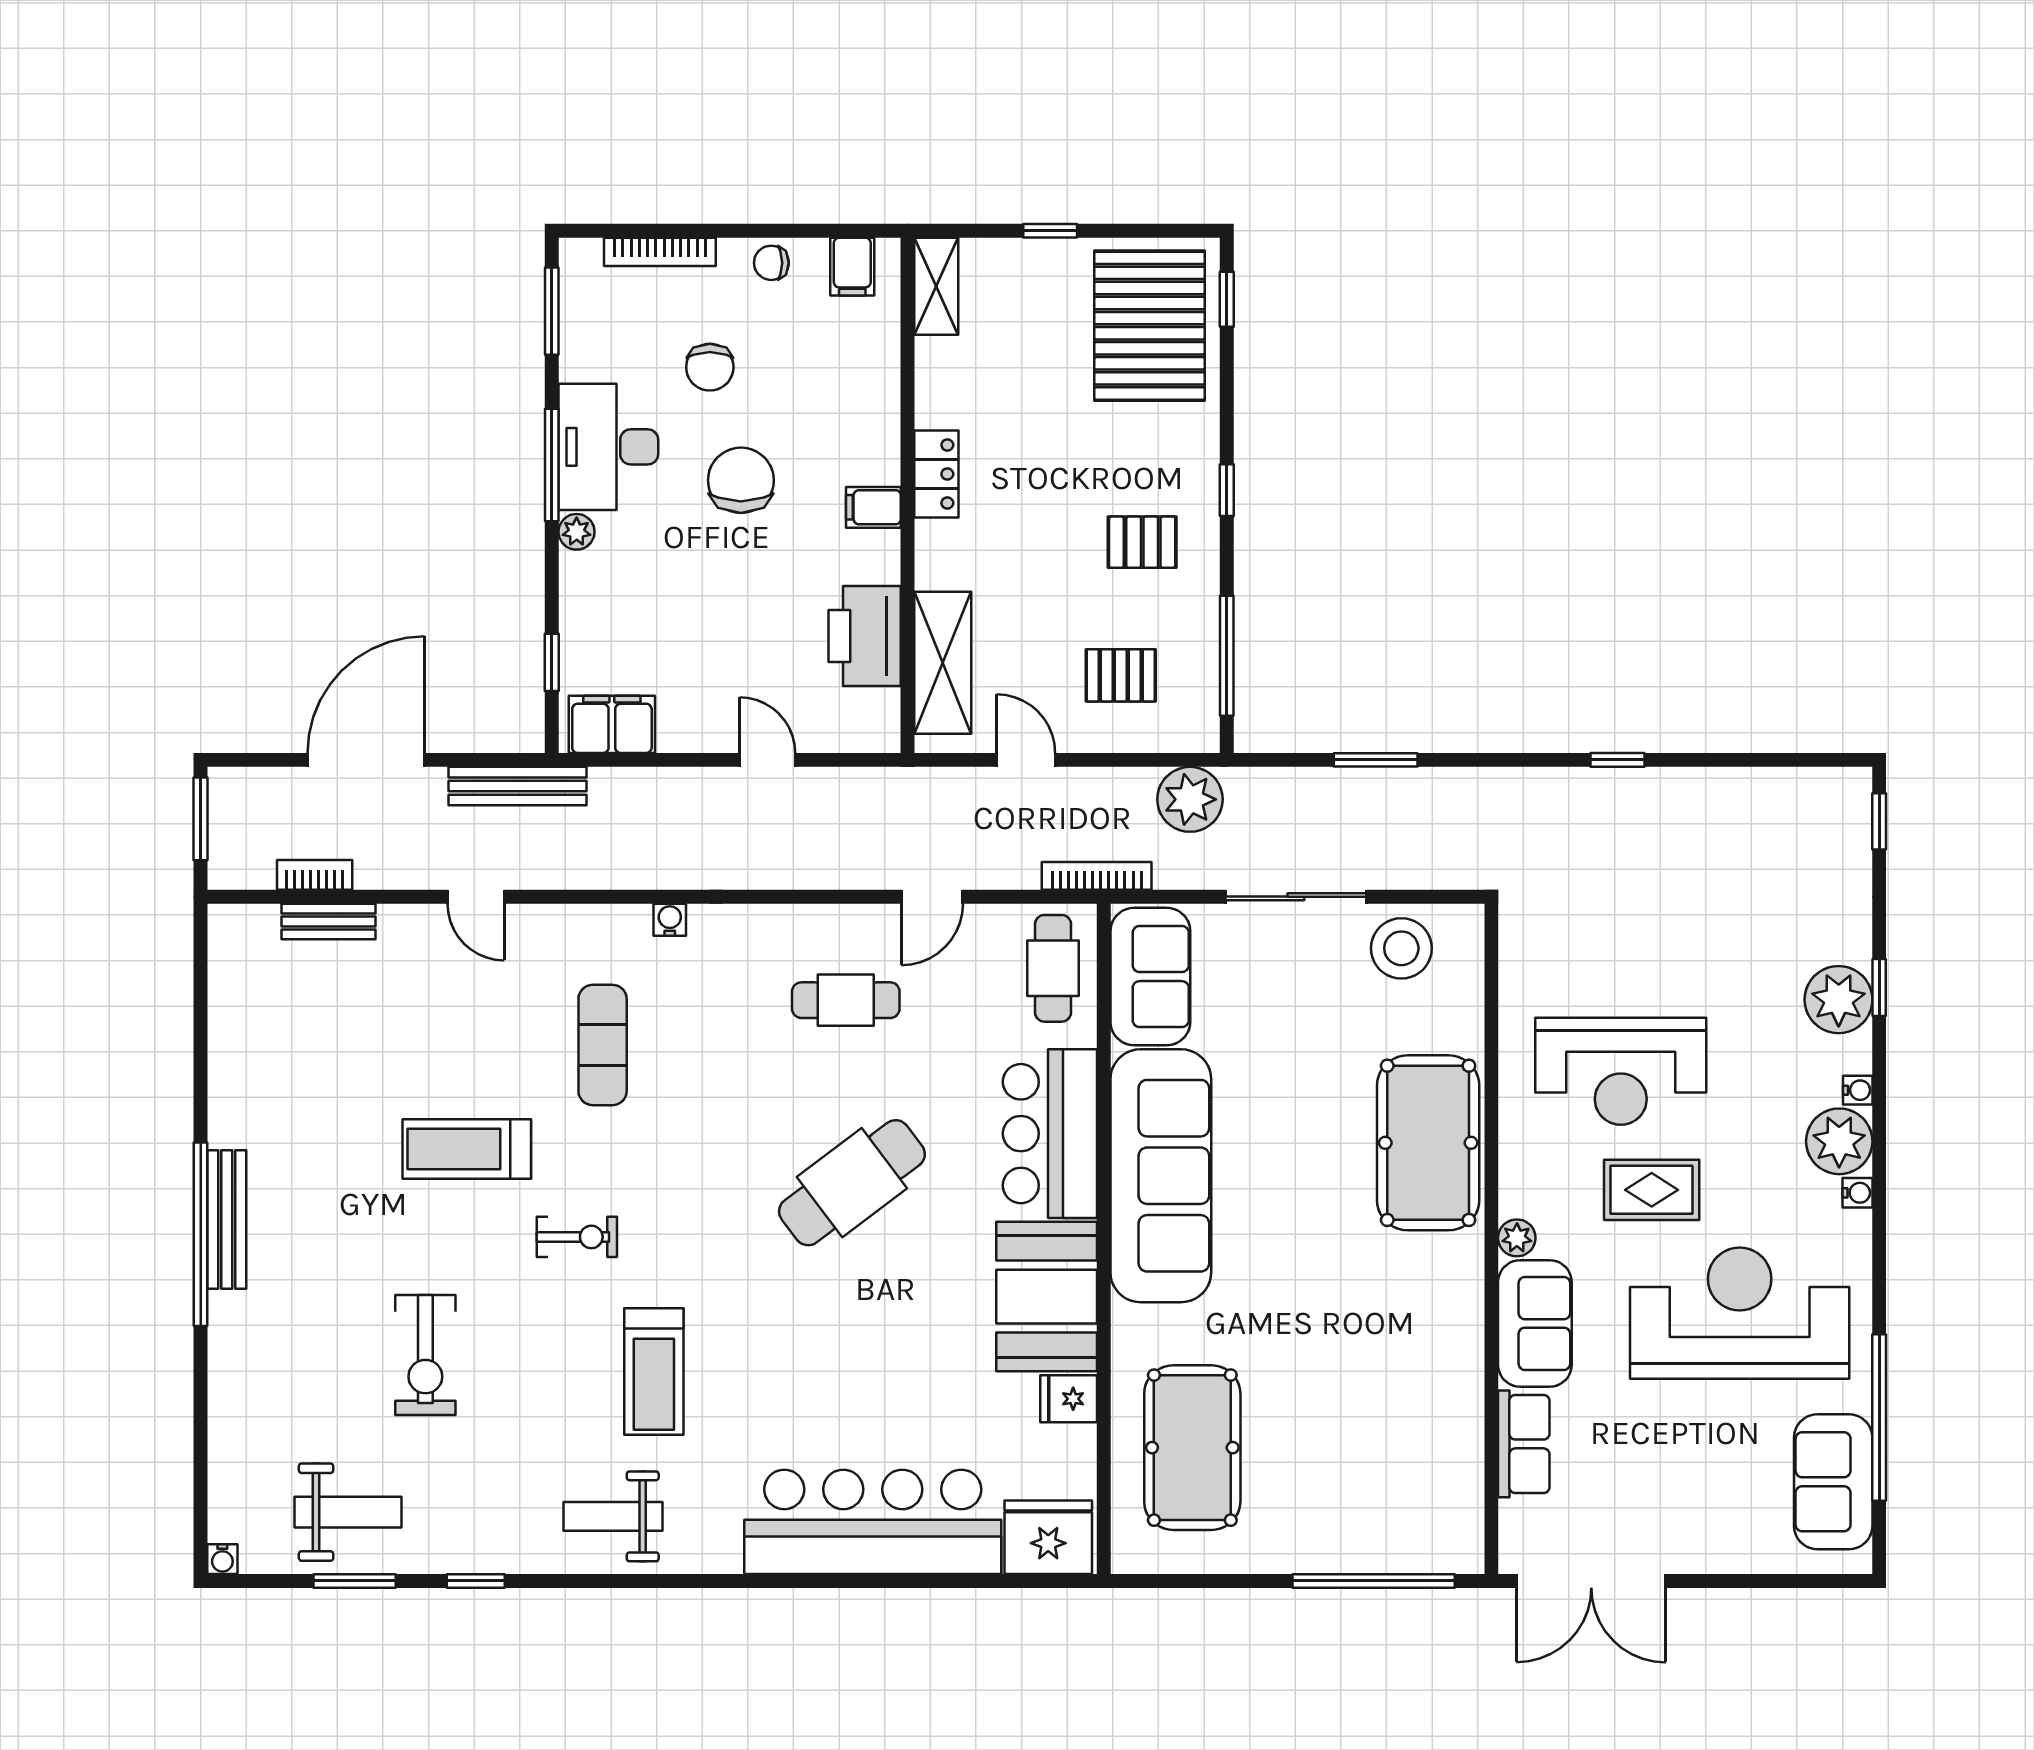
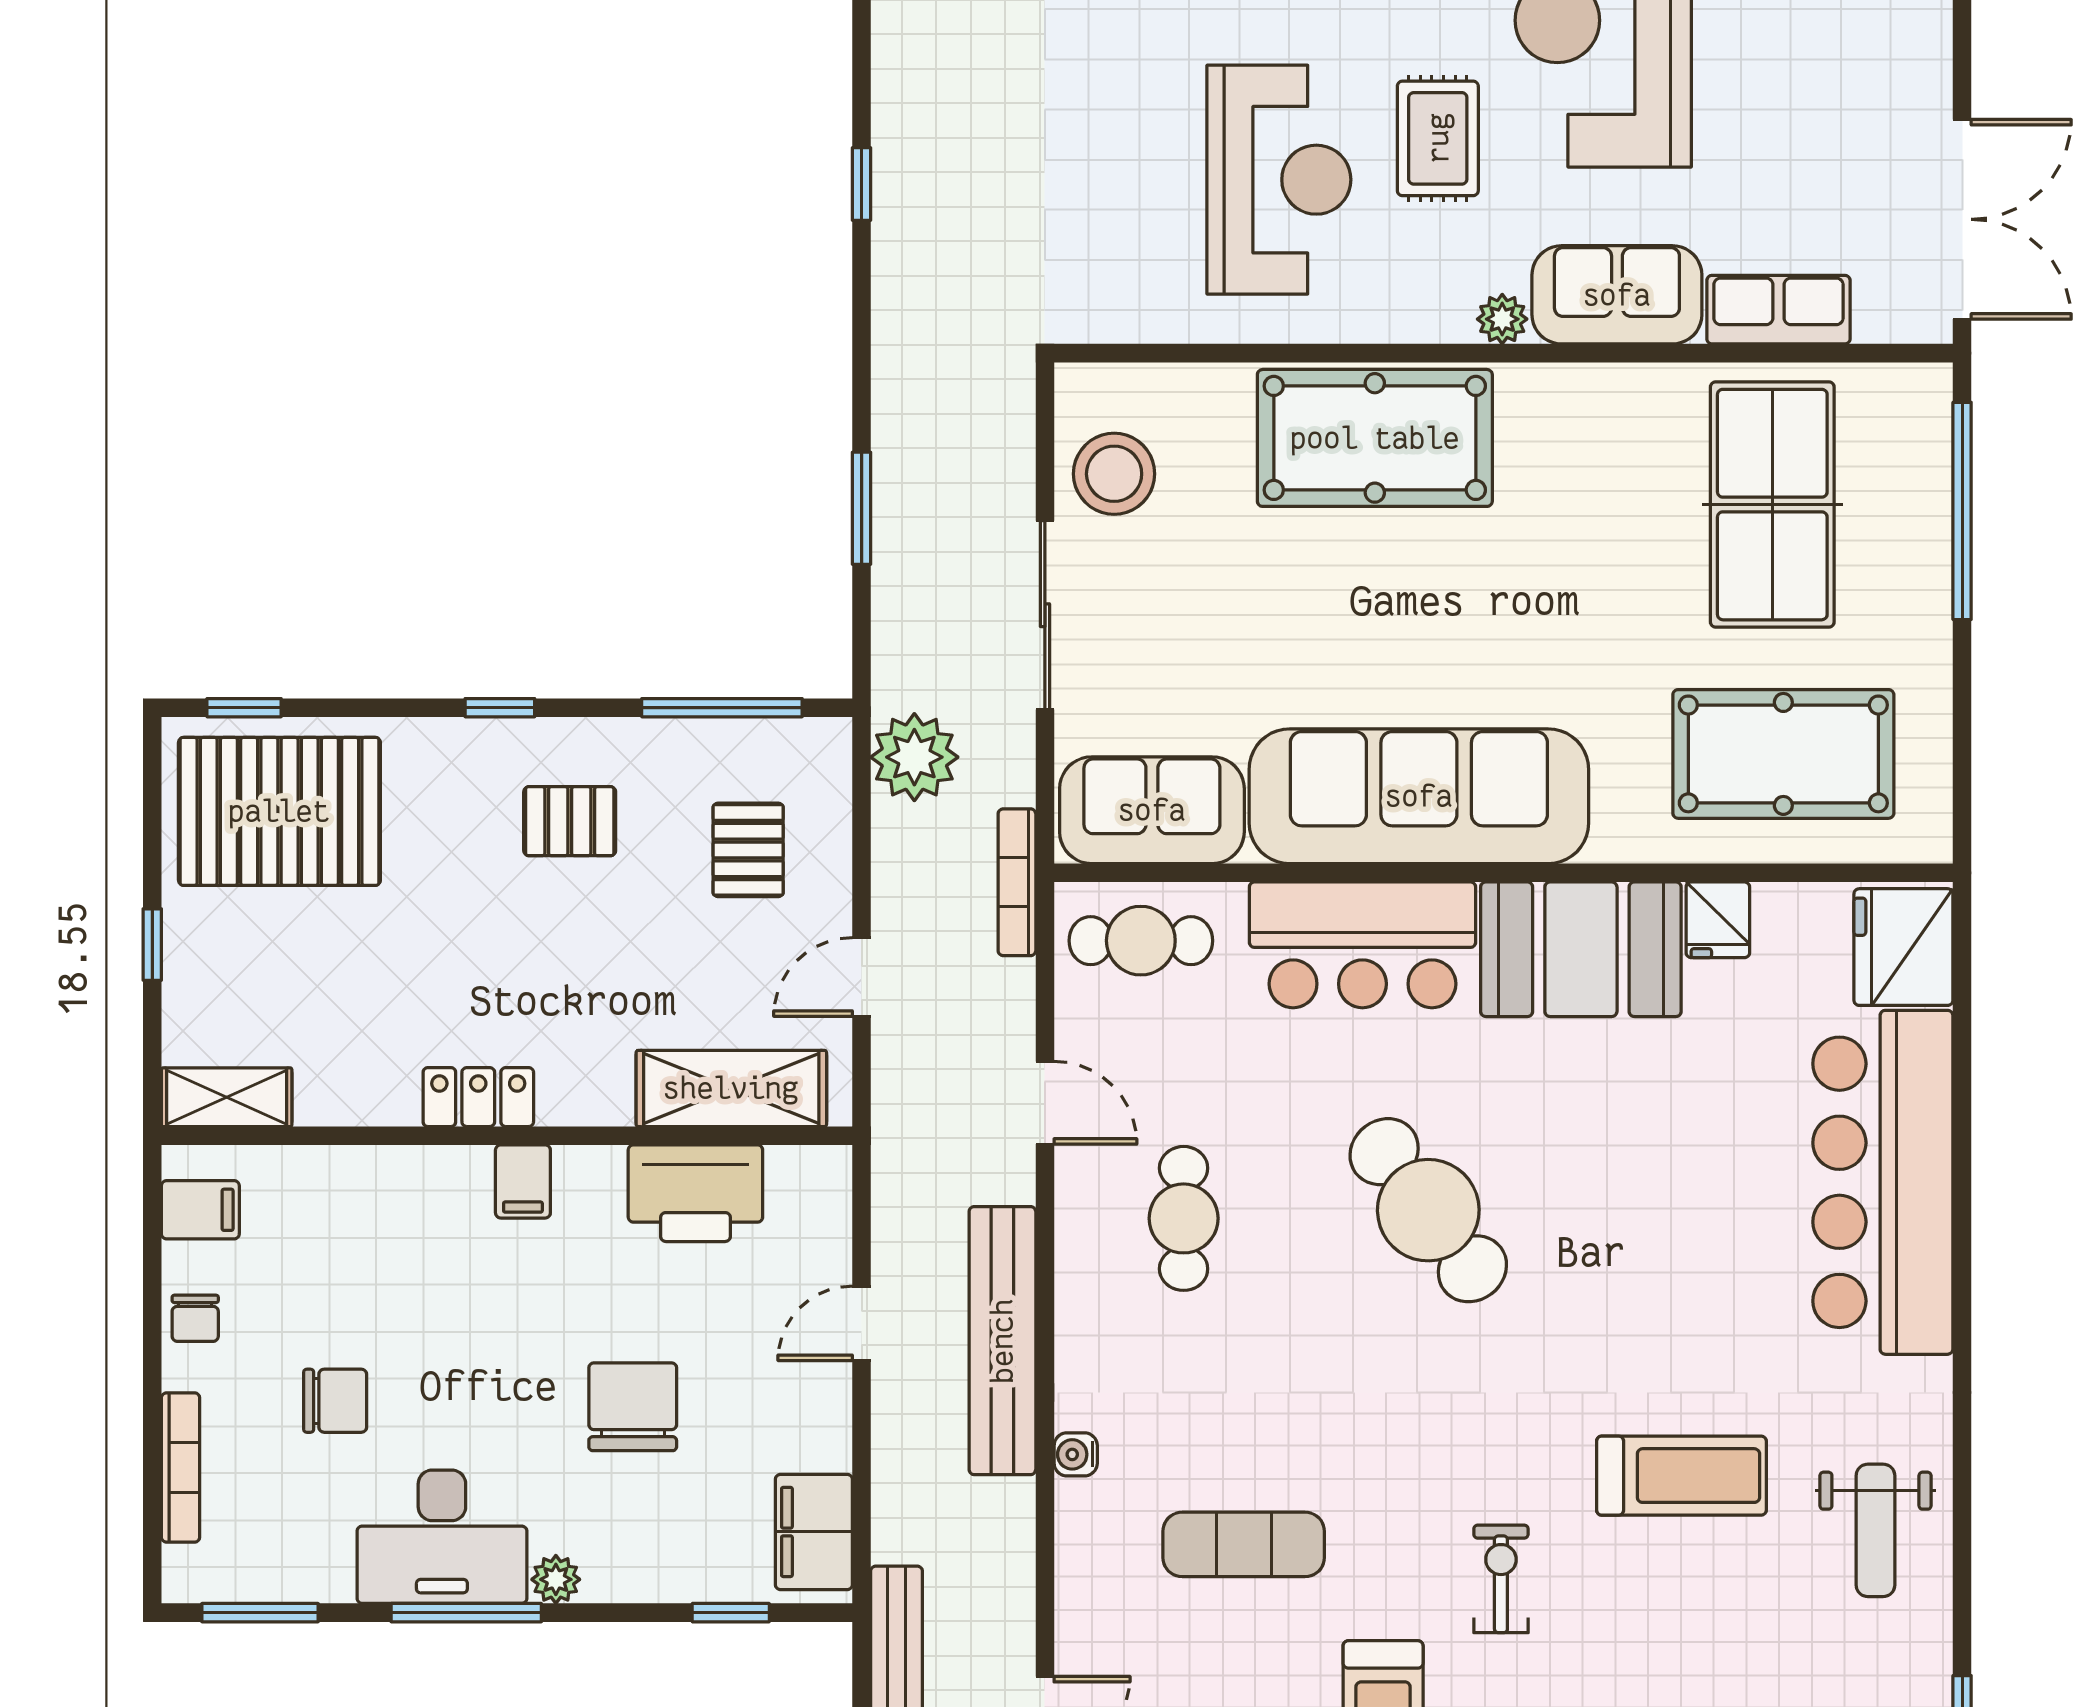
chair: (741, 480) -> (633, 1407), moved, turned 90
pallet: (1142, 542) -> (570, 821), turned 90
bench: (755, 865) -> (1002, 1341), added
table tennis table: (1378, 1439) -> (1772, 505), added

